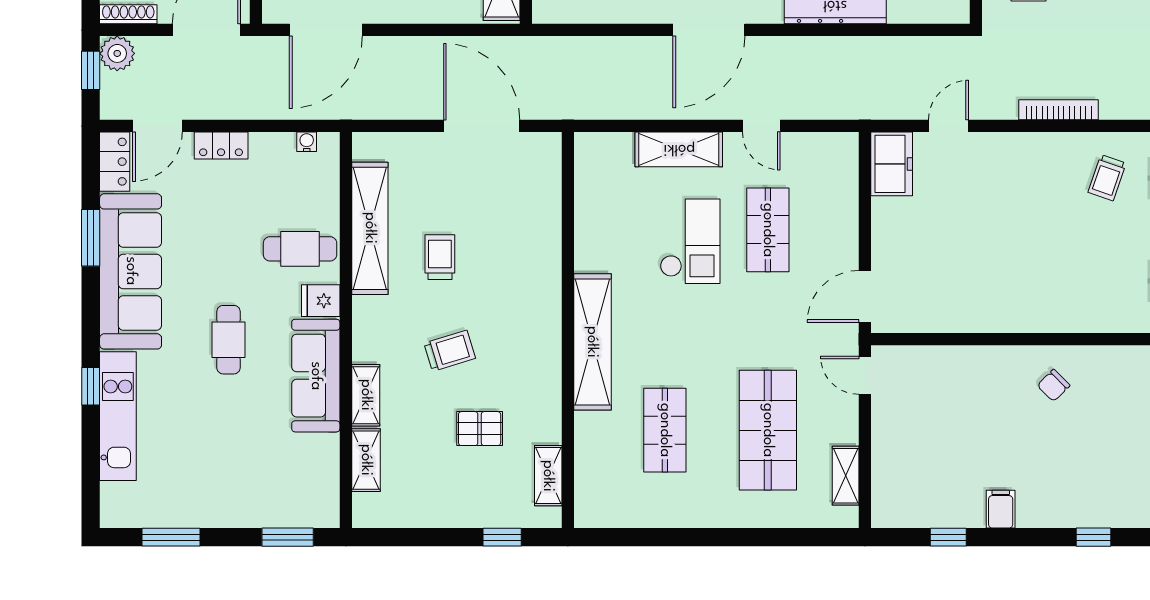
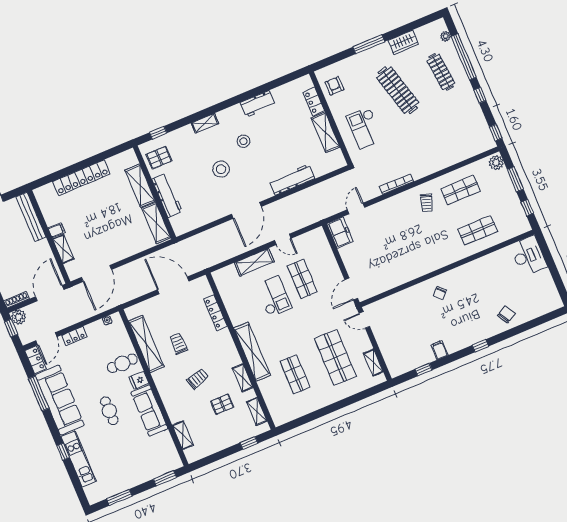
locker: (548, 223) -> (215, 313), added
window: (91, 238) -> (39, 393), width x1.44
shelving: (366, 395) -> (243, 378), moved

